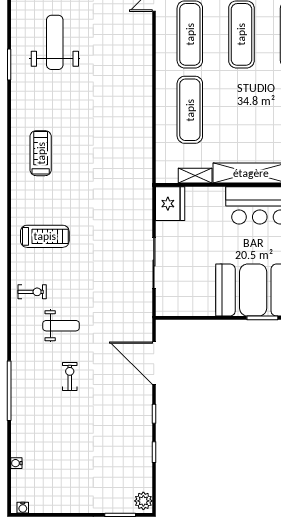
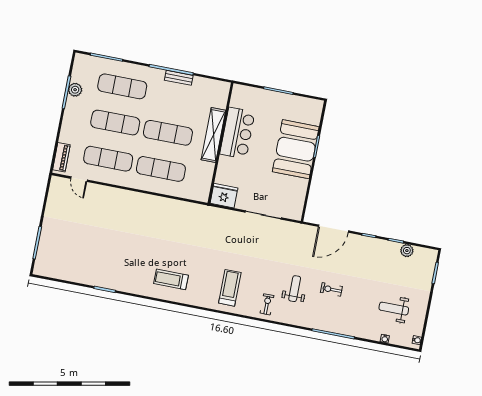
weight bench: (55, 42) -> (394, 309), moved, width x0.73, depth x0.75
exercise mat: (241, 110) -> (168, 133), added
shelving: (195, 176) -> (208, 174), removed
plant: (143, 501) -> (407, 251), moved

